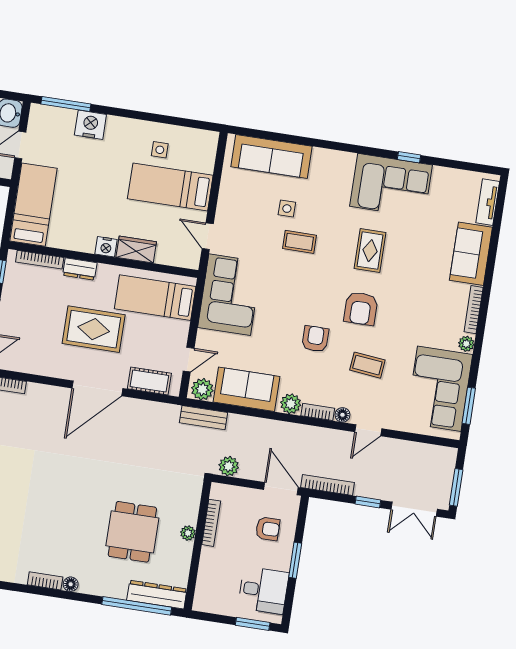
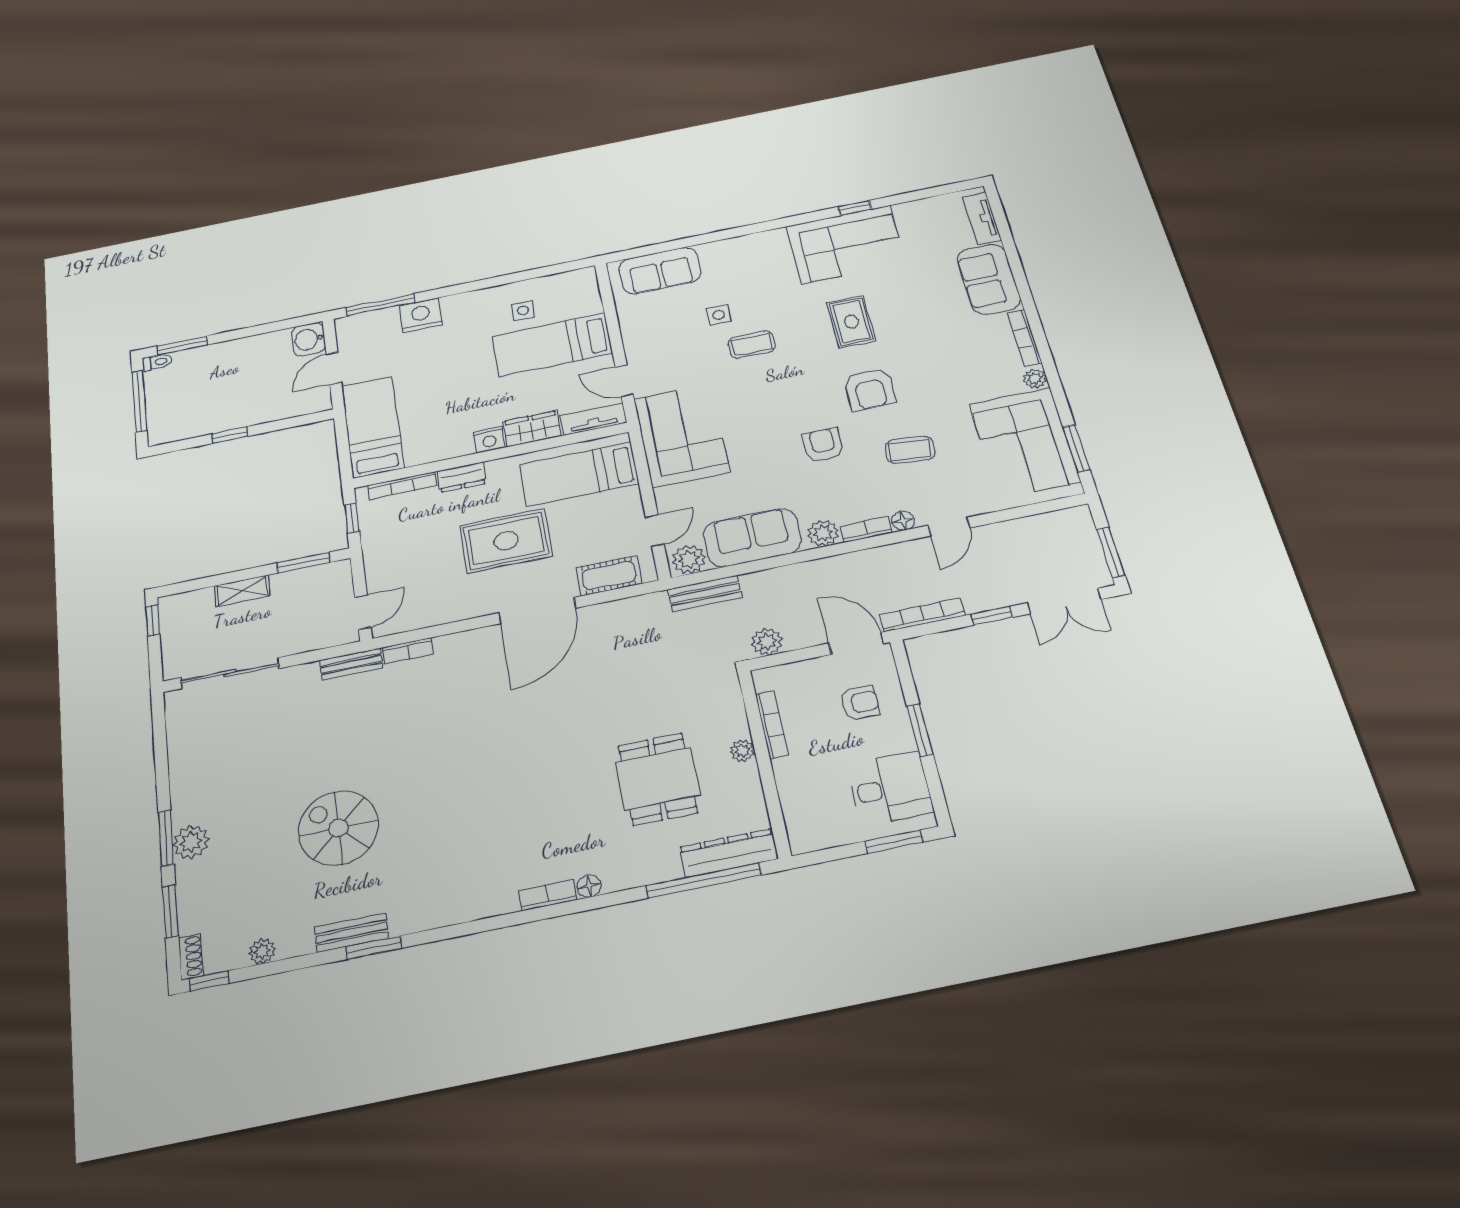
sofa: (271, 156) -> (660, 271), width x0.73
tv unit: (178, 258) -> (593, 419), added

